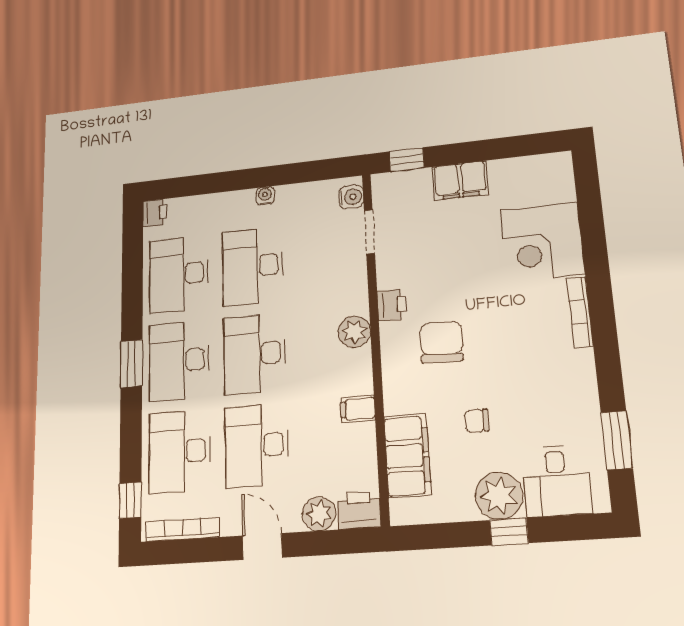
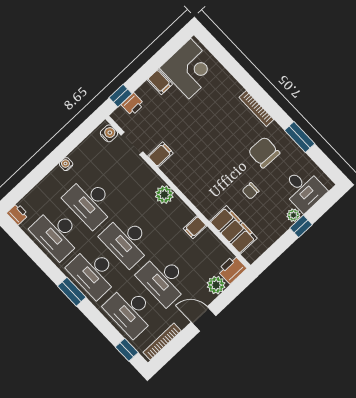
filing cabinet: (460, 180) -> (160, 82), width x0.50
corner desk: (542, 242) -> (190, 69), moved, turned -90
filing cabinet: (394, 274) -> (160, 155), added
printer: (392, 305) -> (133, 104), moved, turned 90
chair: (442, 342) -> (264, 152), moved
window: (617, 440) -> (300, 137), moved
plant: (499, 496) -> (293, 215), width x0.53, depth x0.53

